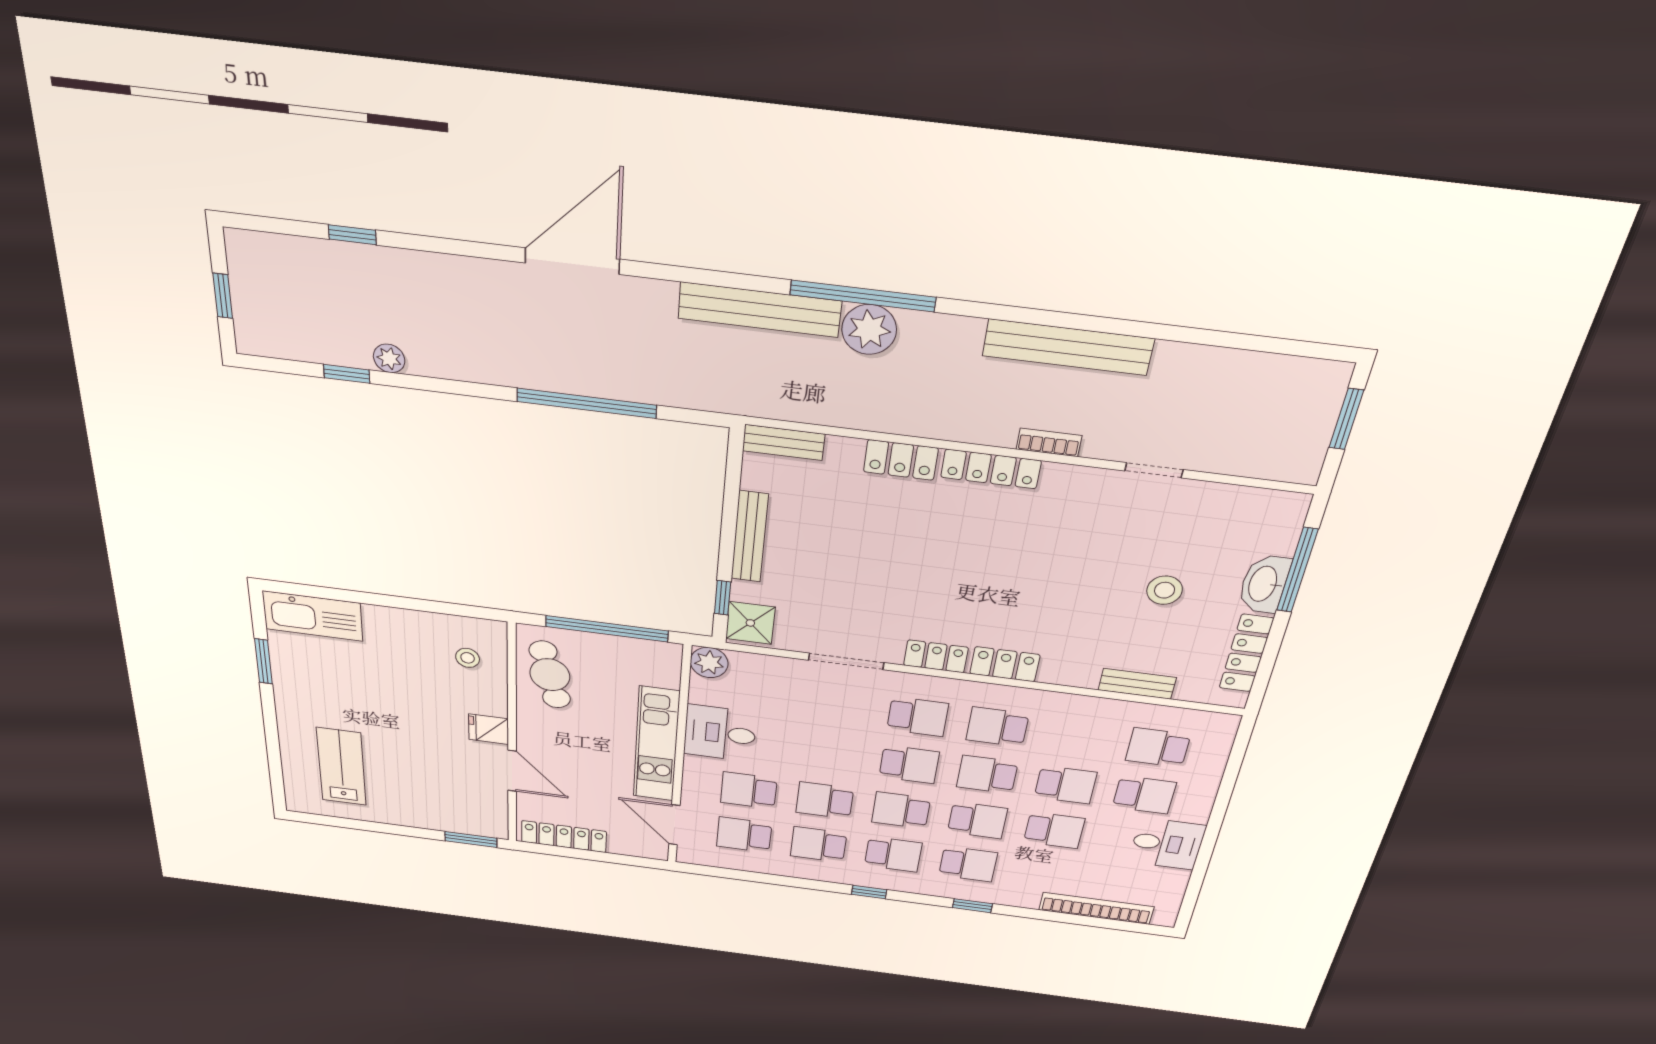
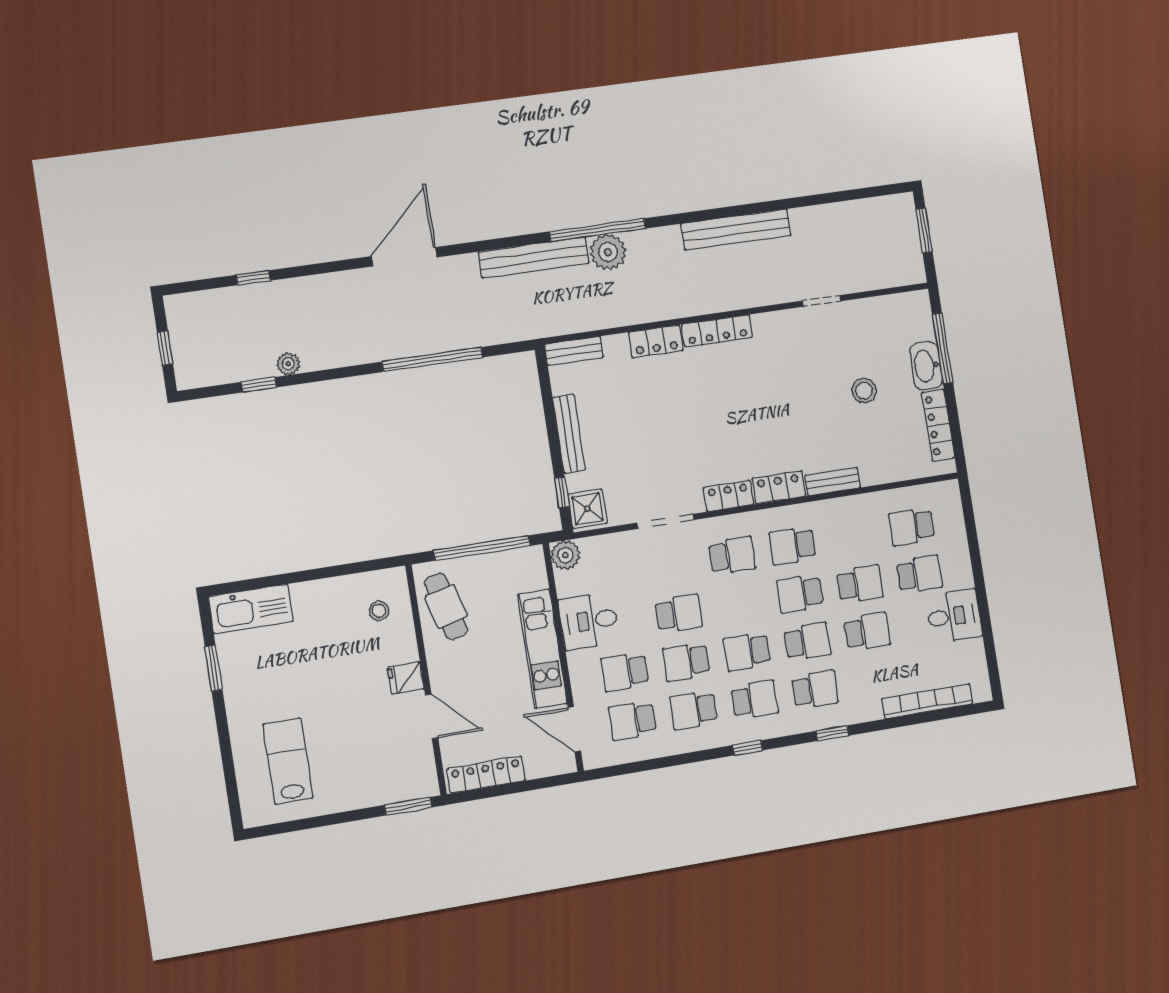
bookcase: (1049, 442) -> (748, 300), removed
bench: (1137, 684) -> (833, 482), moved
school desk: (909, 764) -> (679, 613), moved

